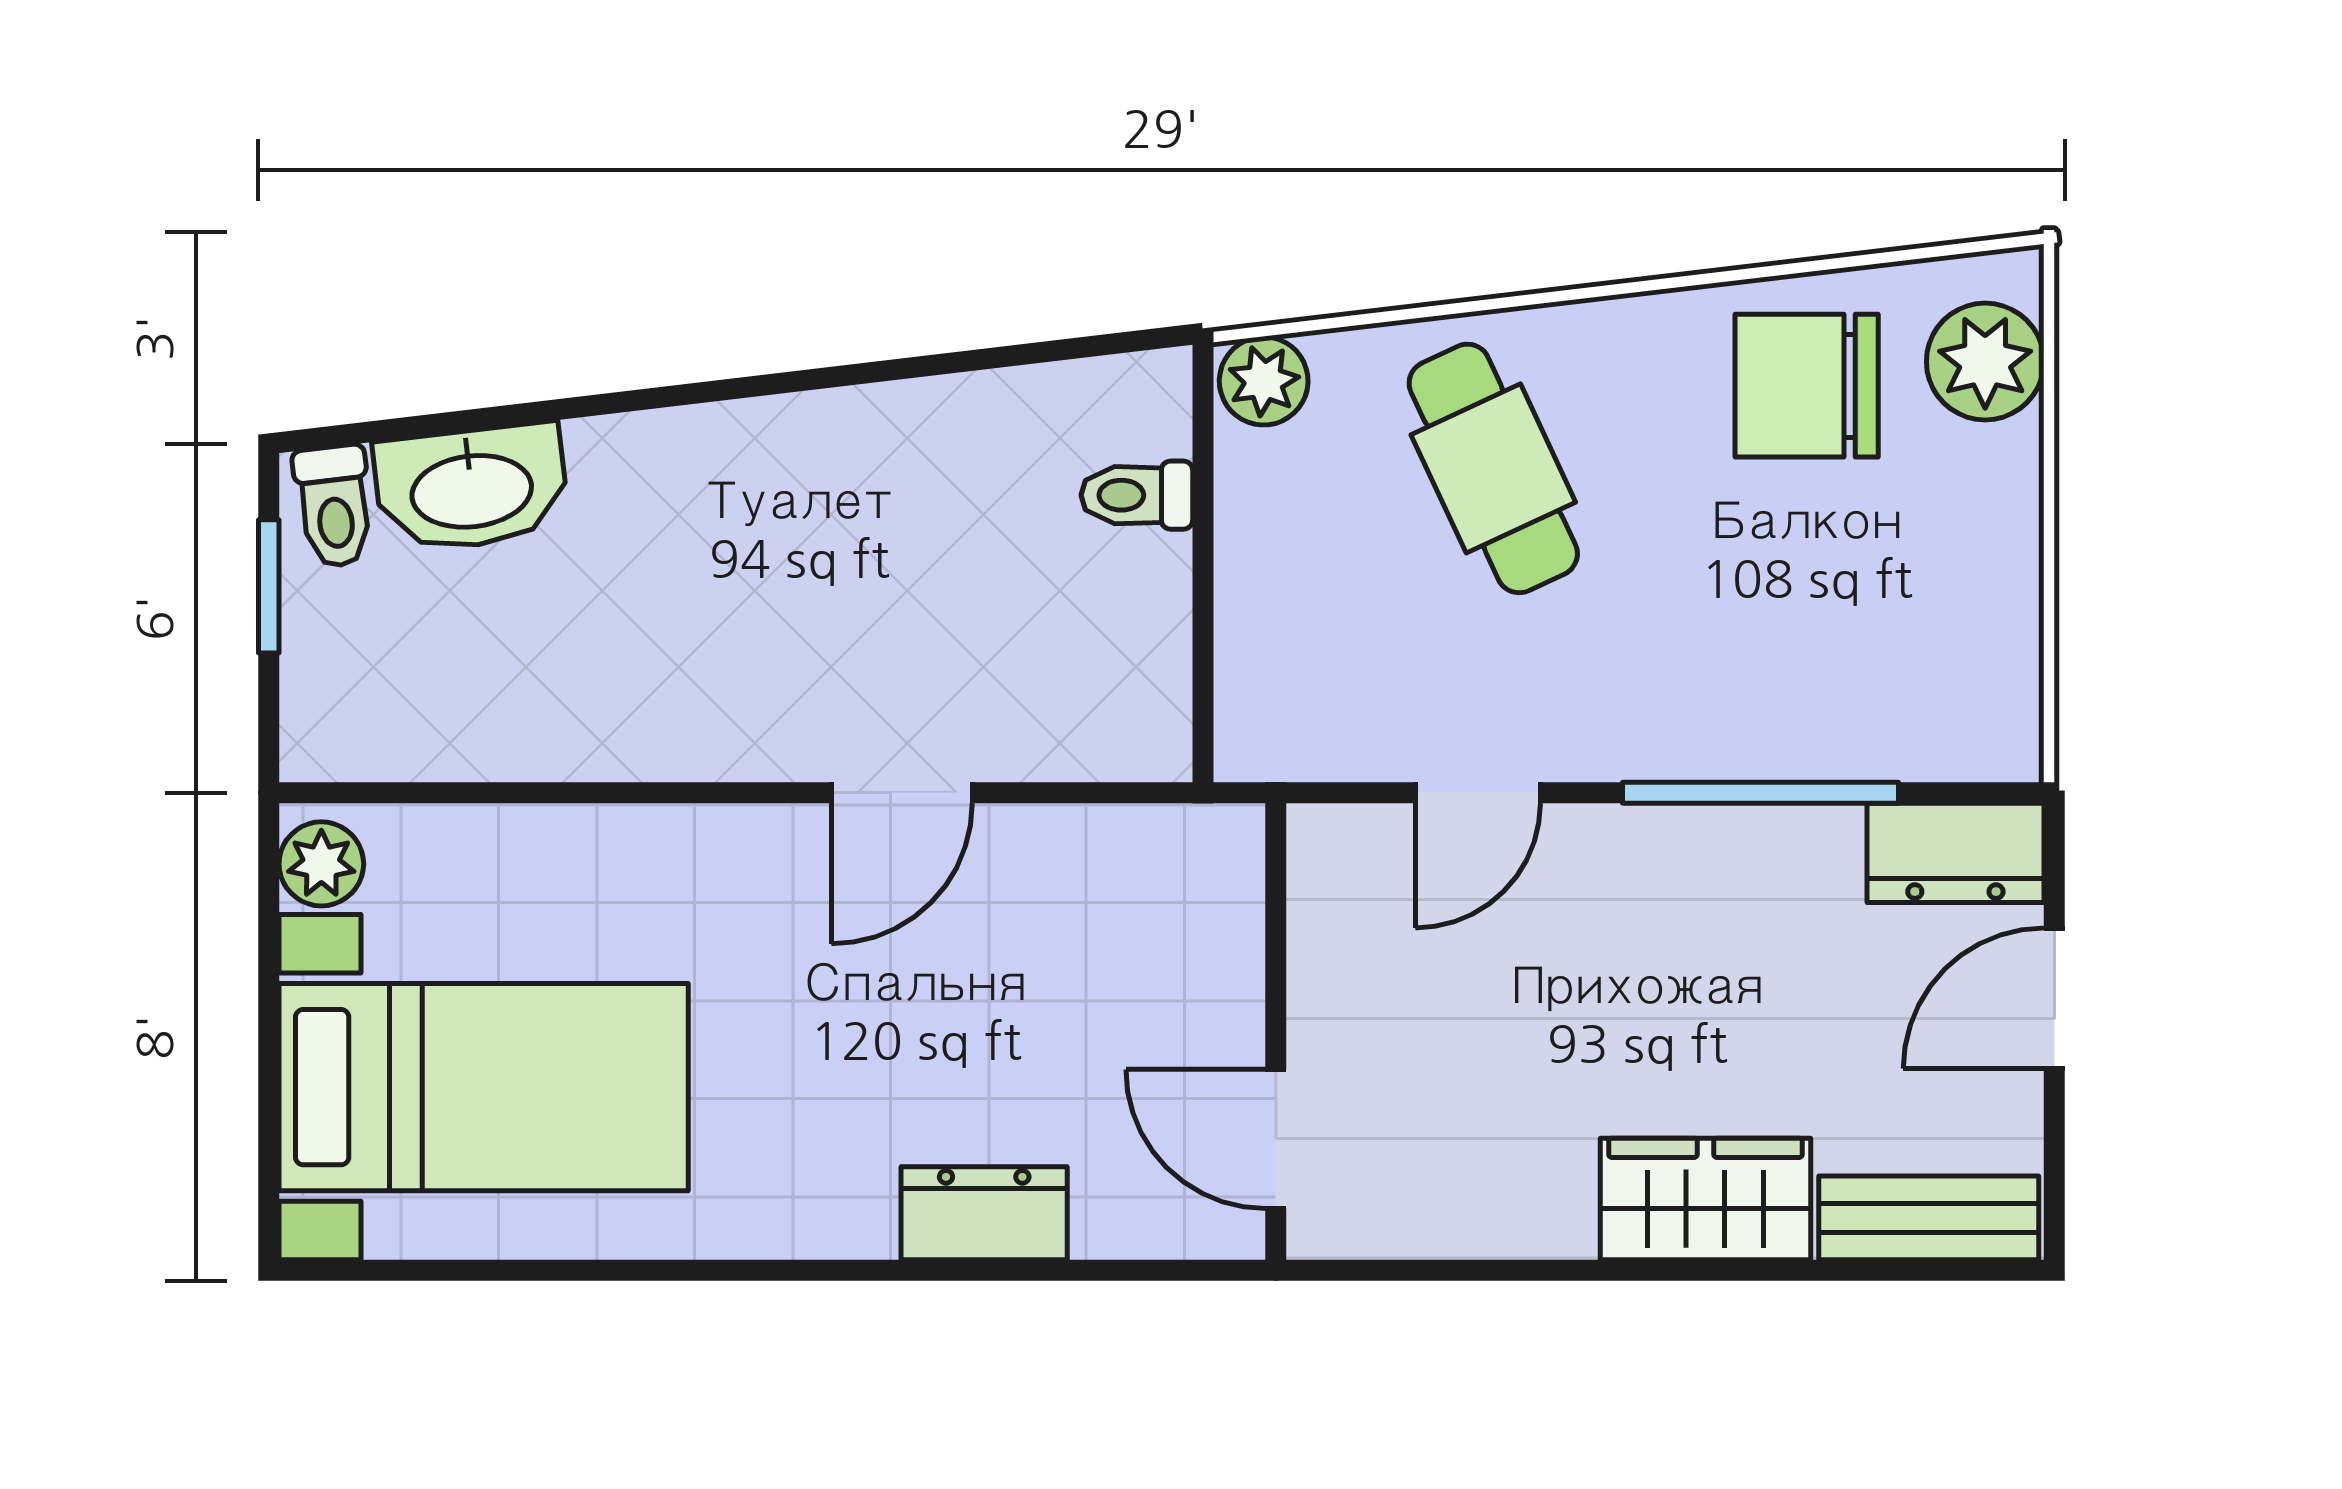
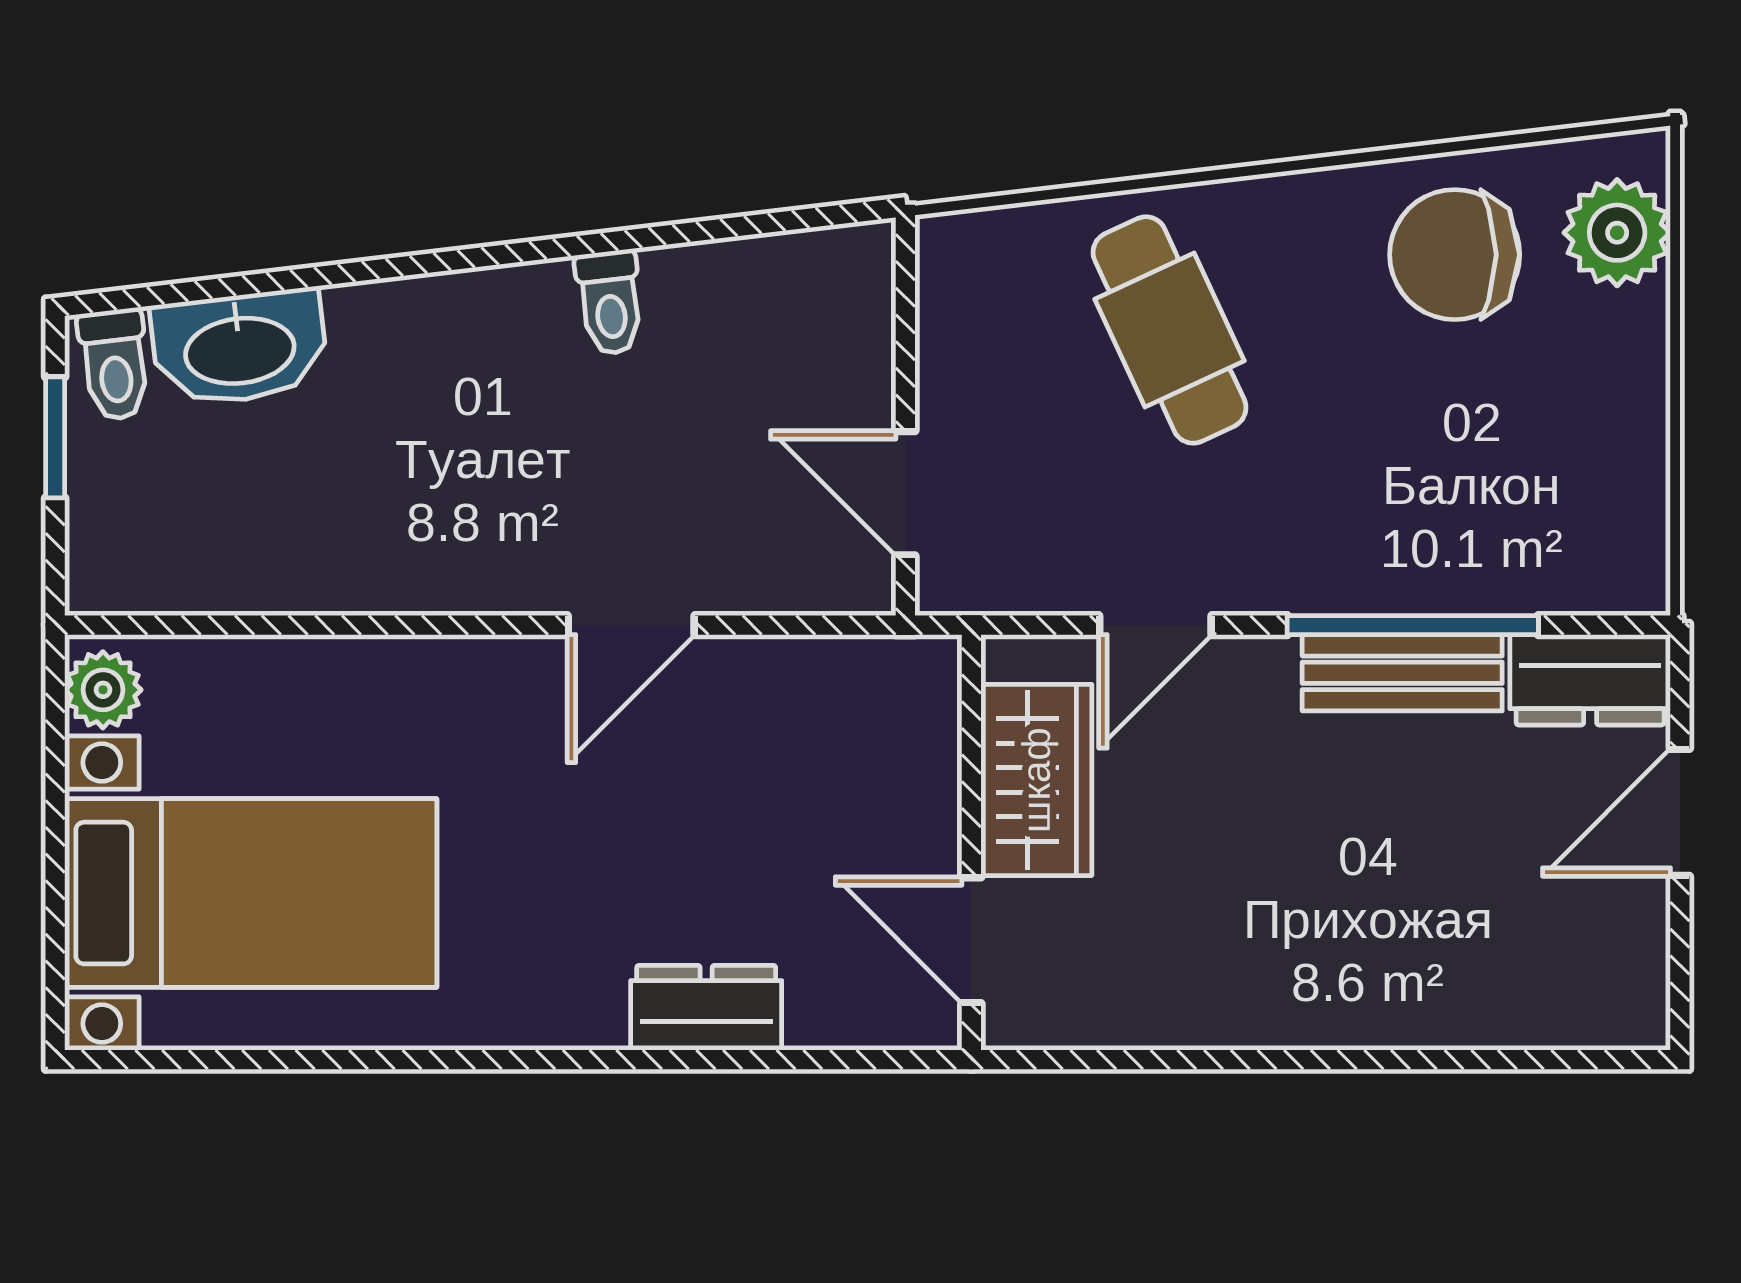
plant: (1264, 381) -> (961, 250), removed
toilet: (1137, 495) -> (610, 302), moved, turned -97
door: (1203, 648) -> (905, 493), added
wardrobe: (1705, 1199) -> (1036, 780), moved, turned 90
bench: (1929, 1218) -> (1402, 673), moved

